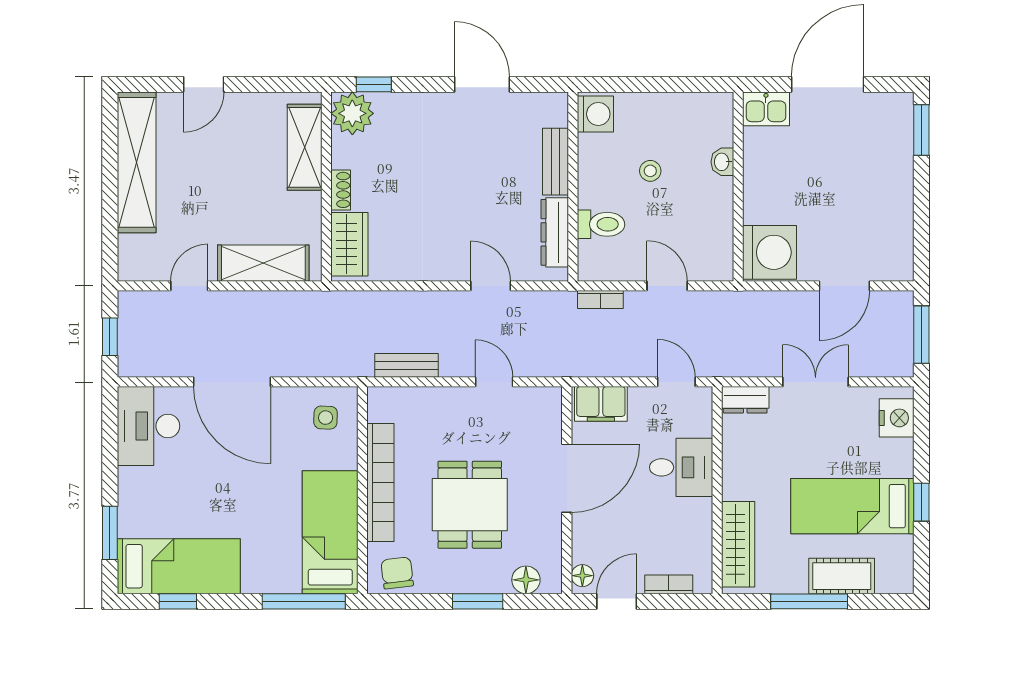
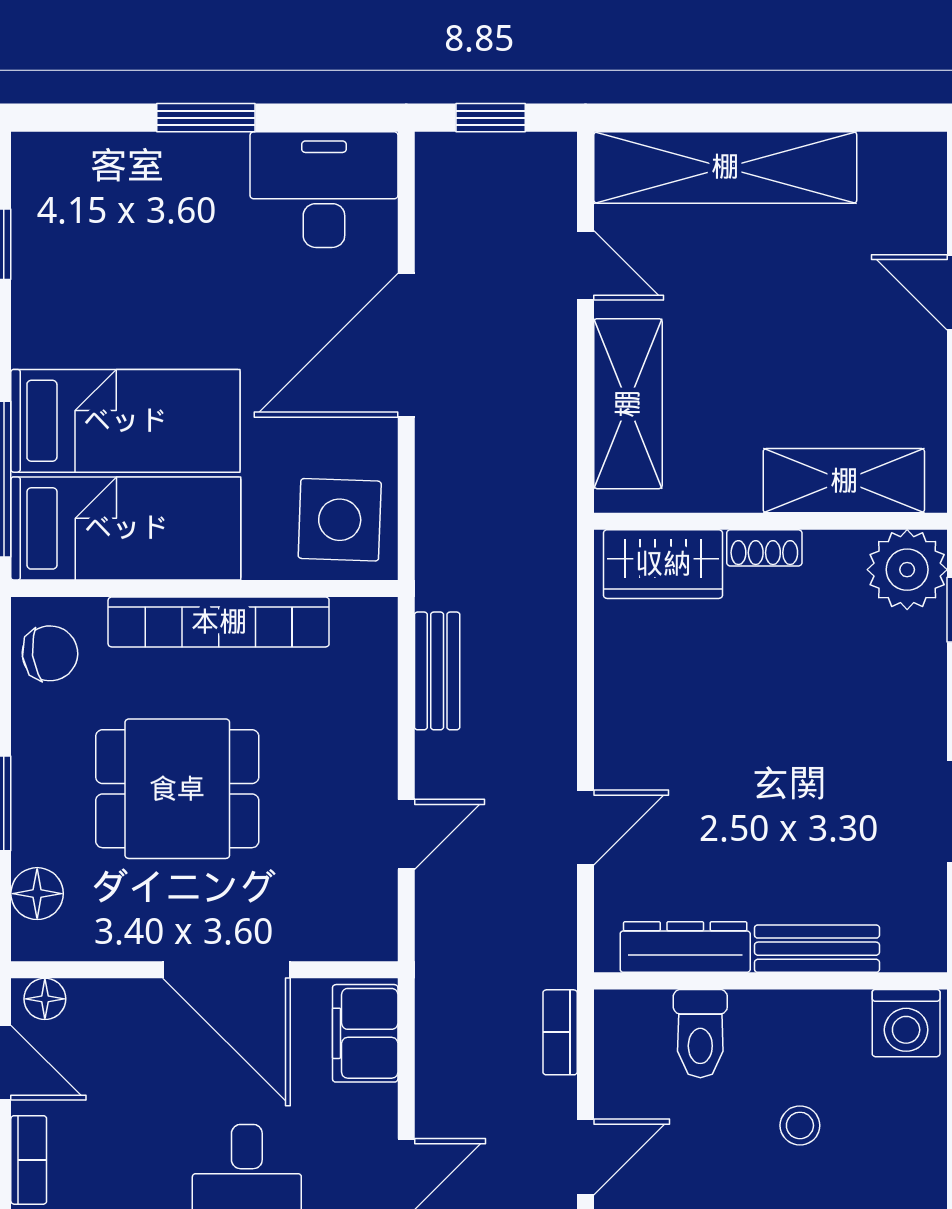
shelving: (137, 162) -> (725, 167), moved
side table: (326, 418) -> (340, 520), width x1.87, depth x1.87
window: (110, 533) -> (206, 118), moved
bed: (179, 566) -> (125, 421), moved, turned -90

